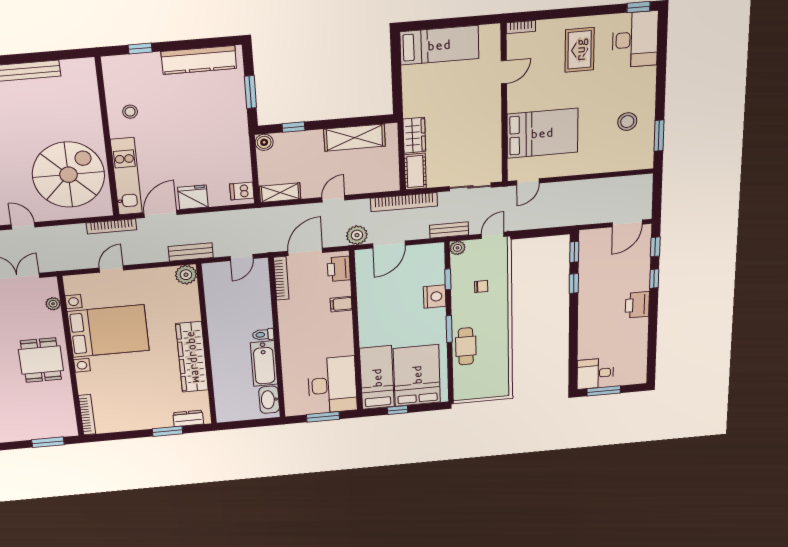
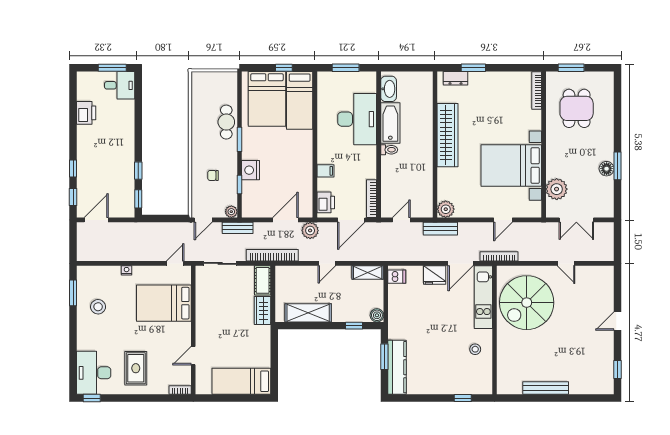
kitchen counter: (199, 60) -> (397, 367), moved, turned 90
nightstand: (590, 168) -> (127, 270), added
plant: (53, 304) -> (557, 189), width x1.87, depth x1.87
printer: (637, 305) -> (86, 113), moved
dining table: (41, 360) -> (577, 108), moved
desk: (332, 385) -> (357, 119), moved, turned 180

